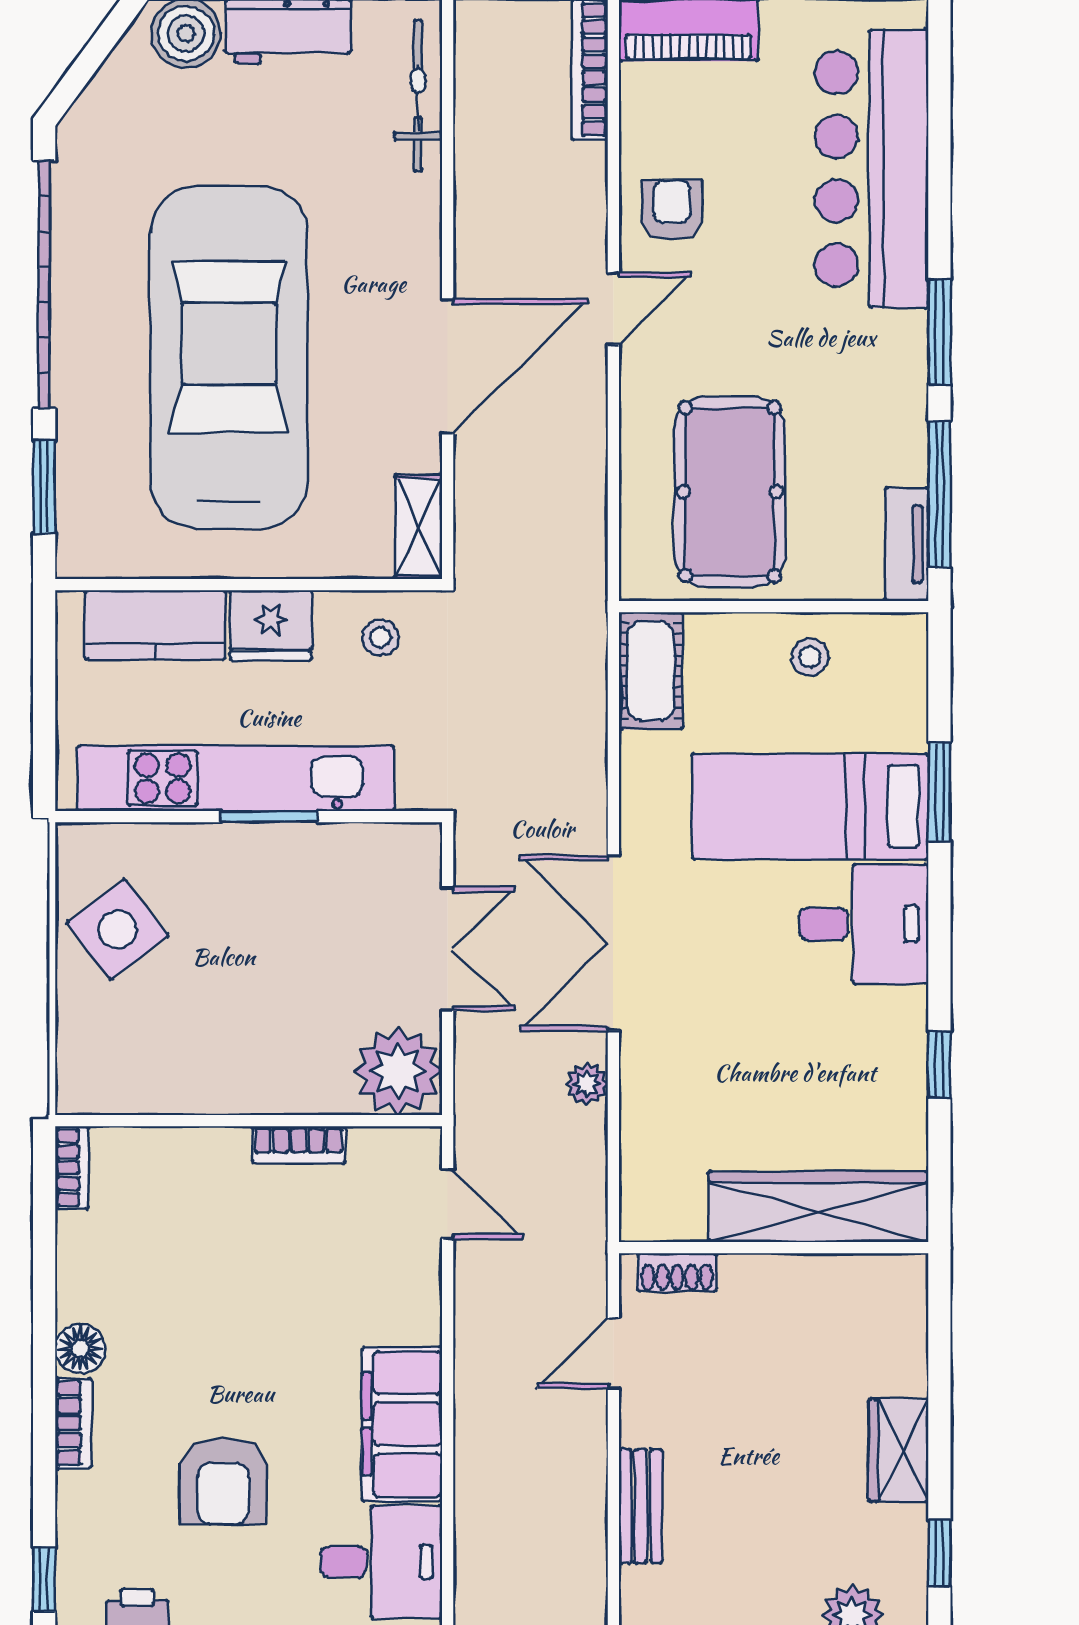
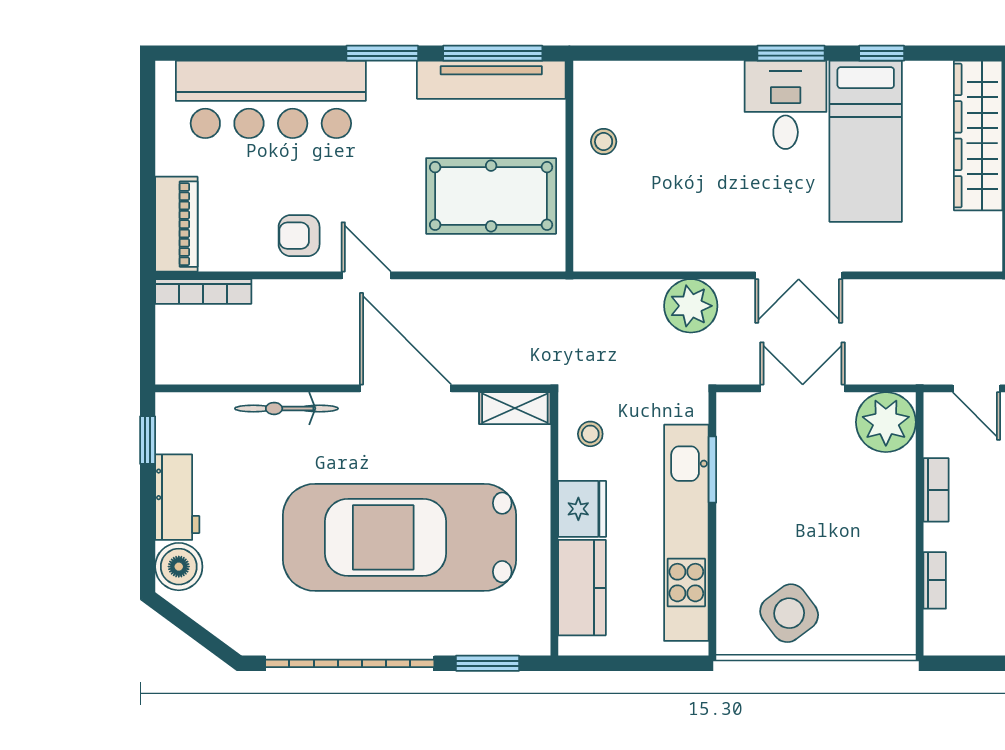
bicycle: (418, 96) -> (286, 408), moved
tv unit: (907, 544) -> (491, 80), width x1.92, depth x1.29
cot: (651, 671) -> (613, 250), removed
window: (939, 792) -> (791, 53), moved
bed: (810, 806) -> (866, 141), moved
window: (269, 817) -> (712, 470), moved
double door: (613, 943) -> (799, 275), width x0.73
plant: (587, 1084) -> (691, 306), moved, width x1.88, depth x1.88
bookcase: (72, 1168) -> (935, 580), moved, turned 90
door: (448, 1204) -> (976, 388), swing flipped

